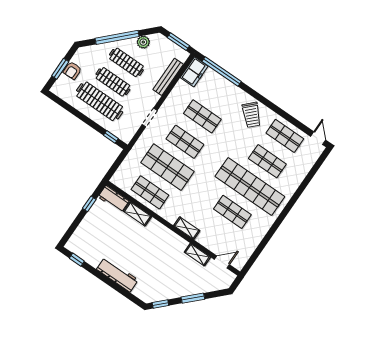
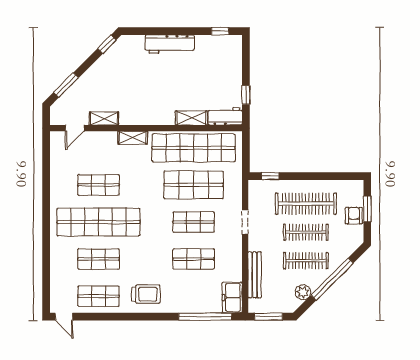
trolley: (251, 115) -> (146, 294), turned 135
shop shelf: (150, 192) -> (194, 148), width x2.00, depth x1.36
window: (193, 298) -> (66, 85), moved

